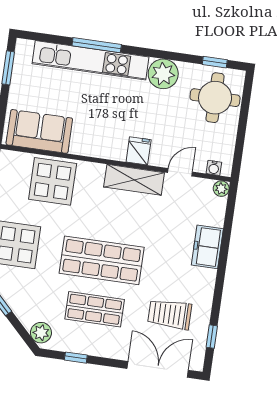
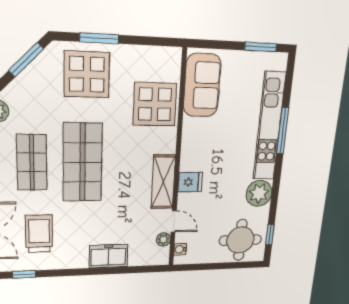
plant: (221, 189) -> (163, 239), moved

